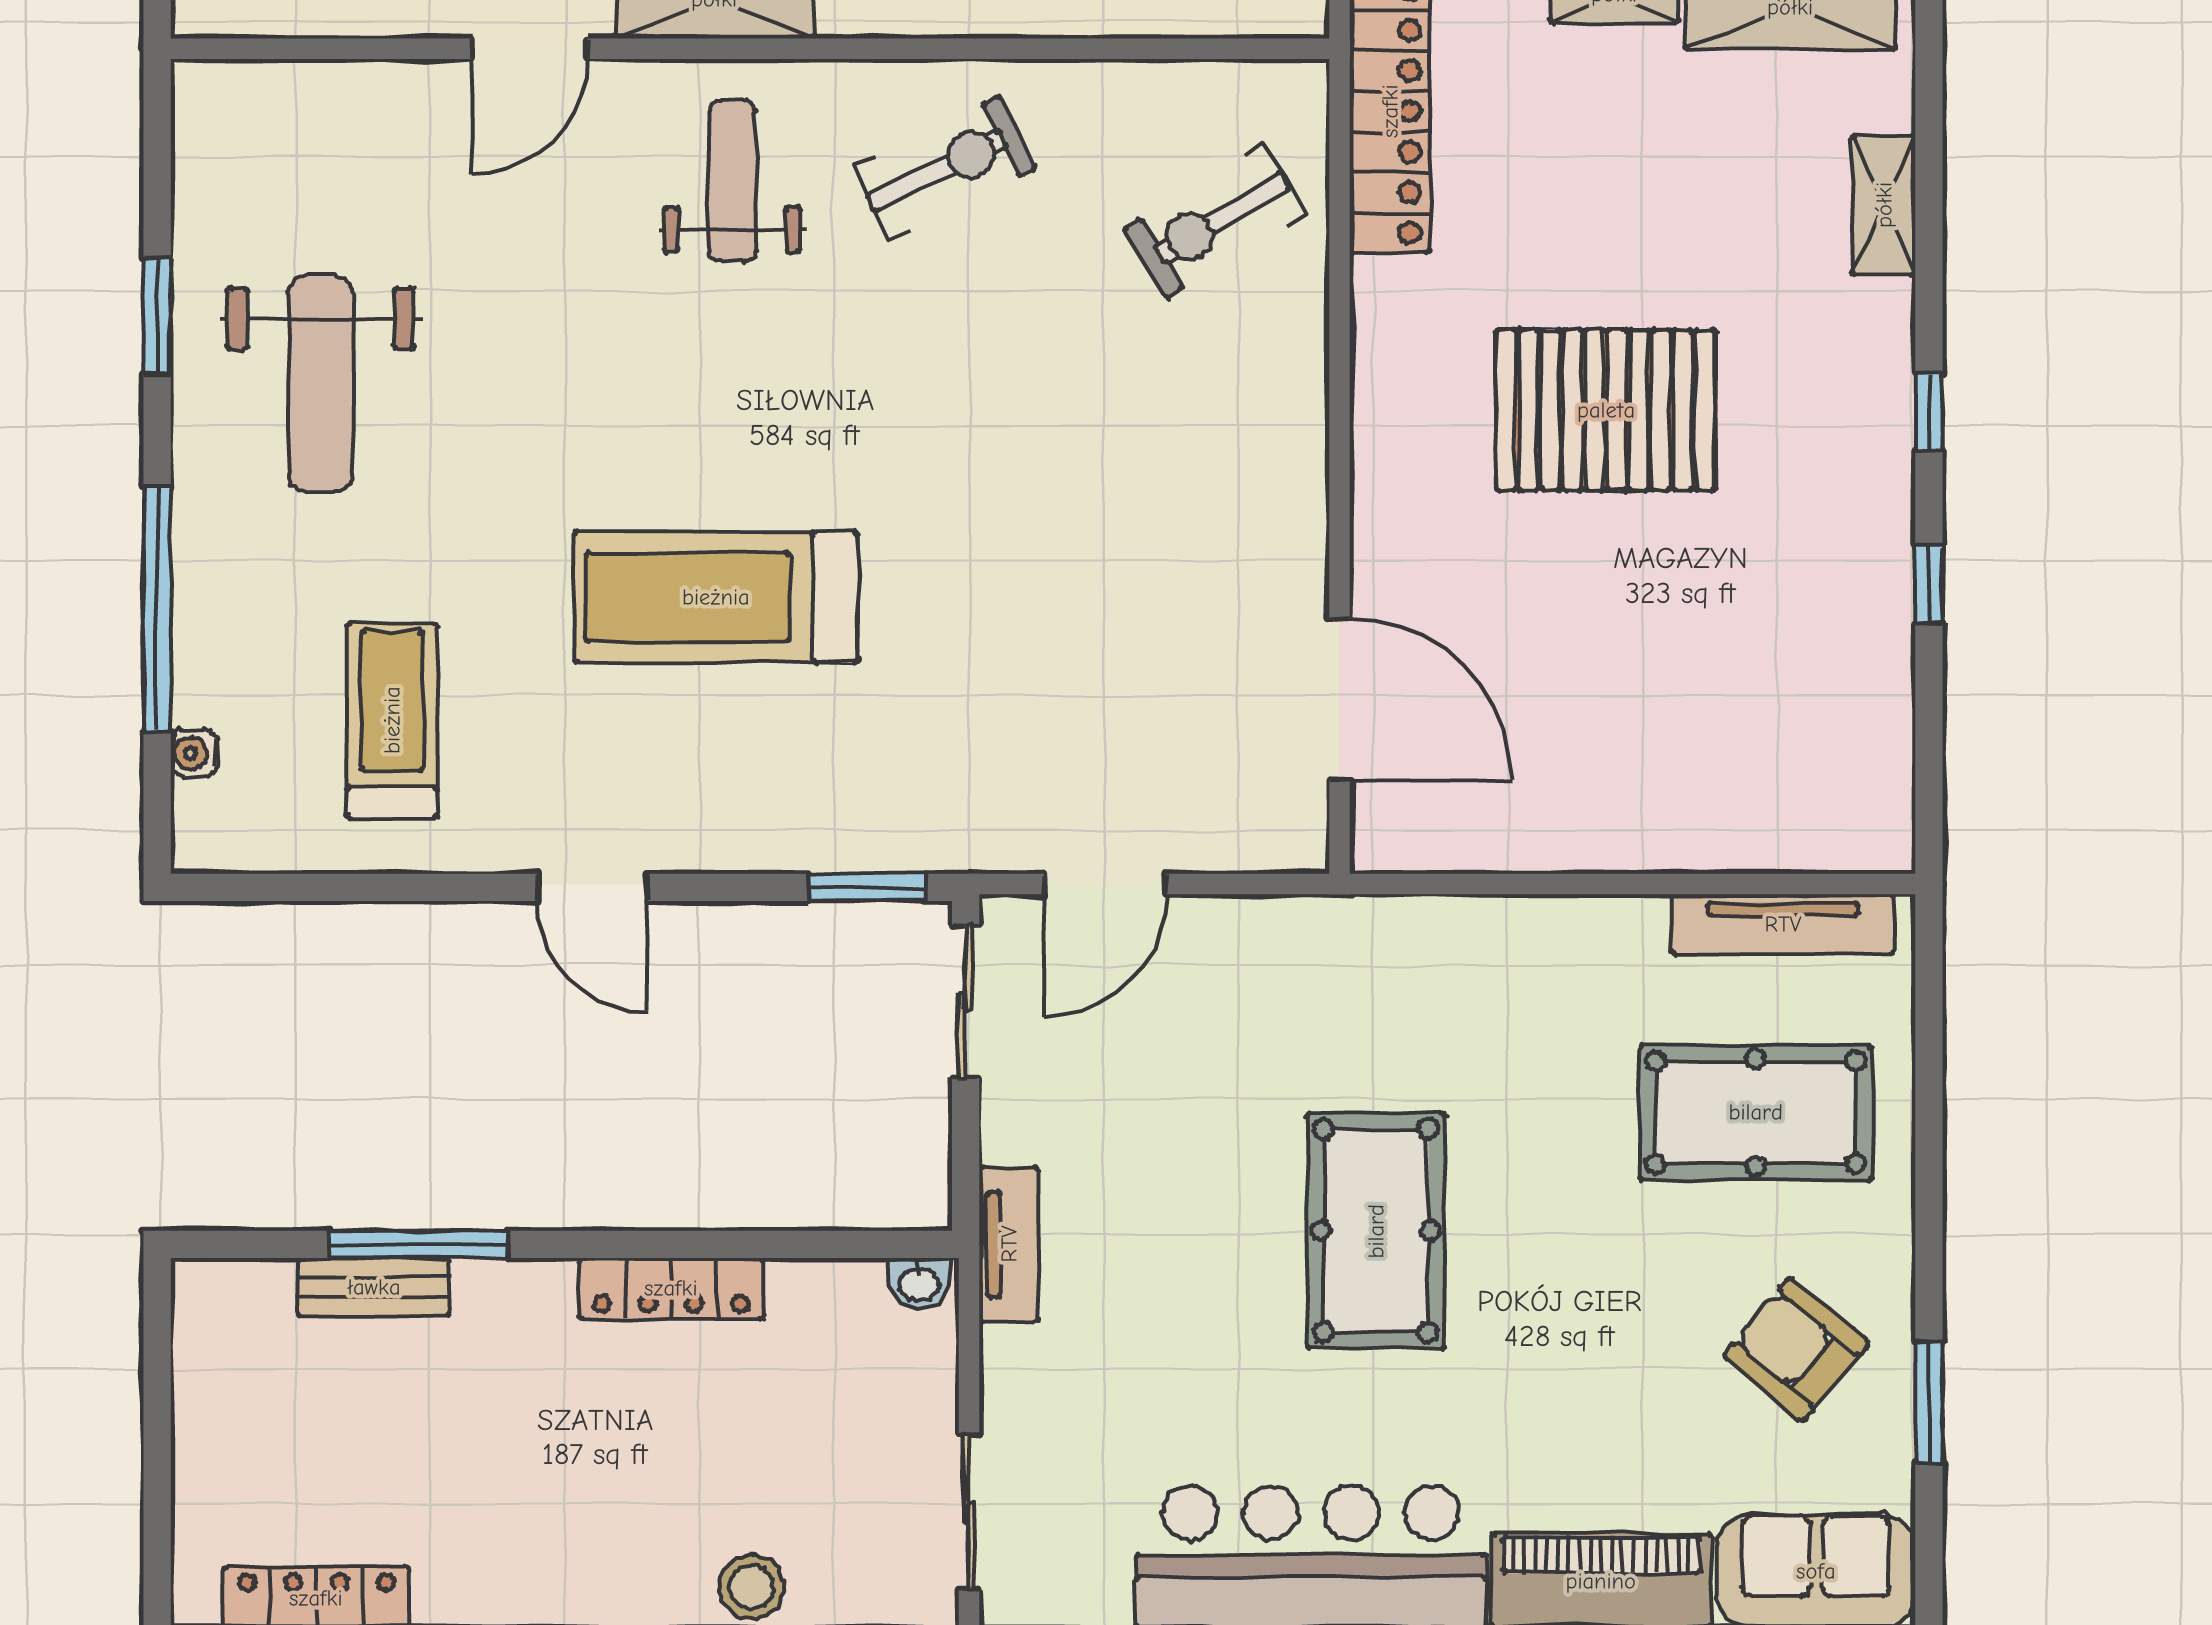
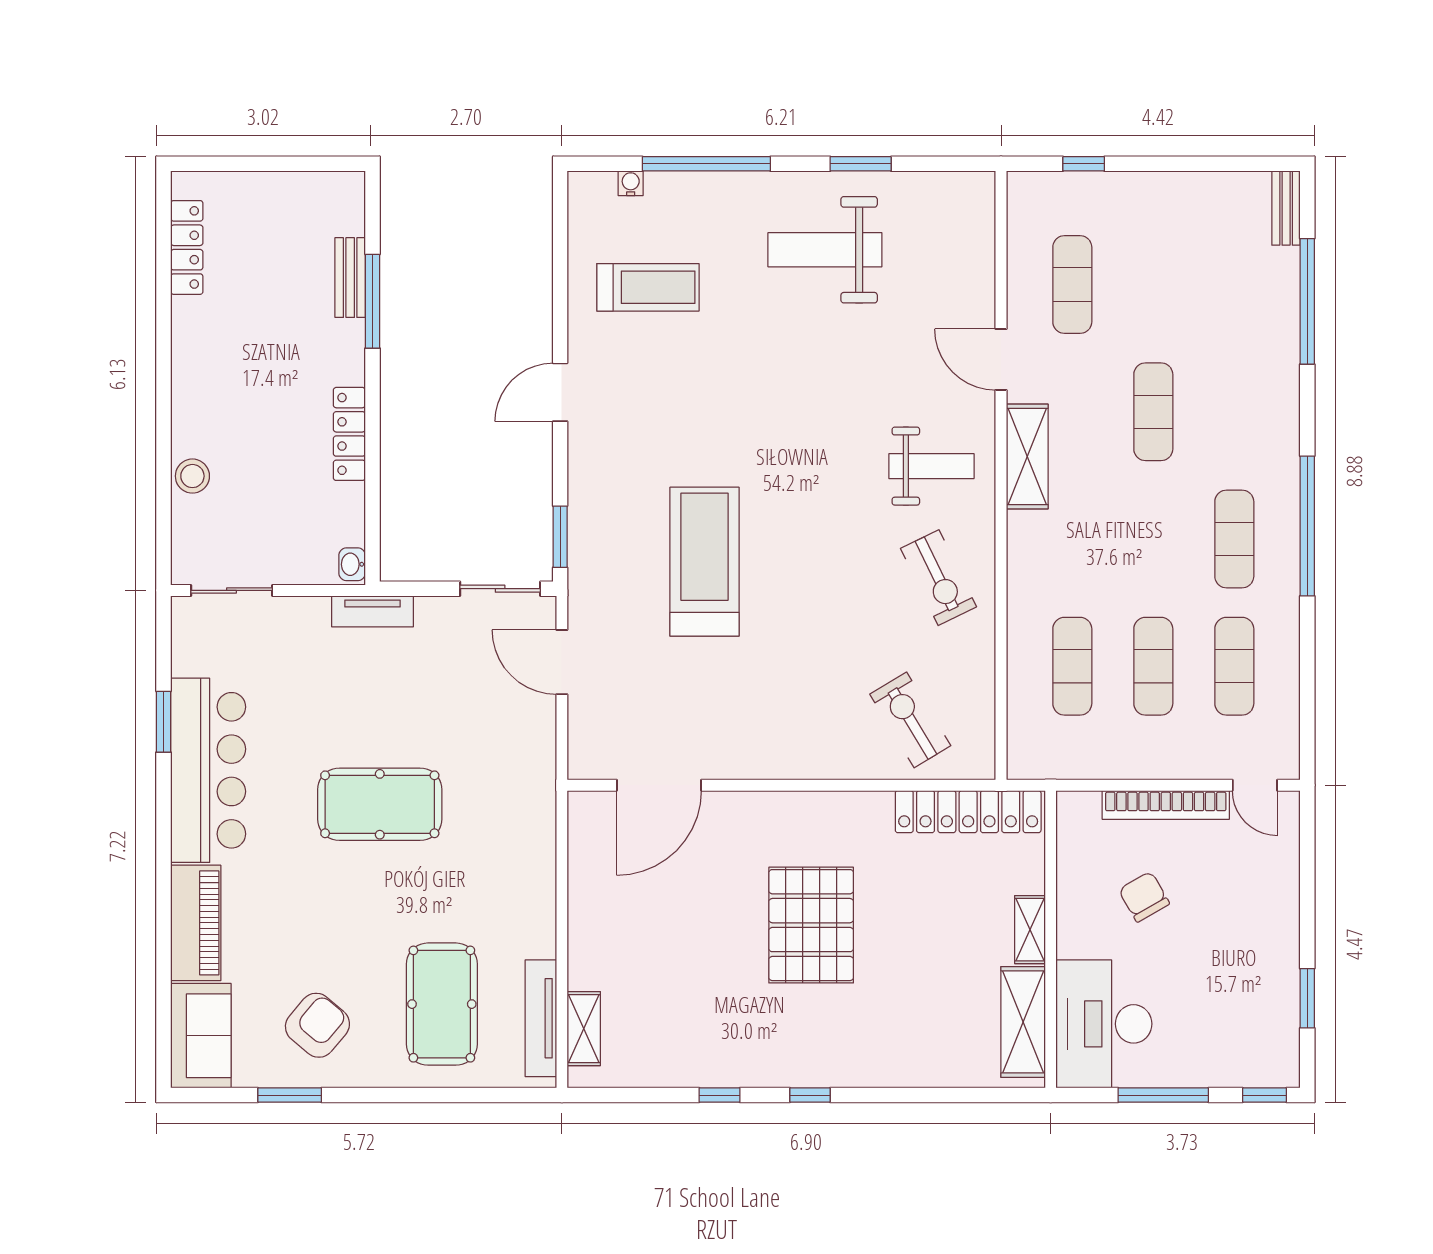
shelving: (1884, 205) -> (584, 1029), moved, turned 90
treadmill: (716, 597) -> (704, 562), moved

